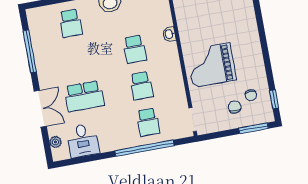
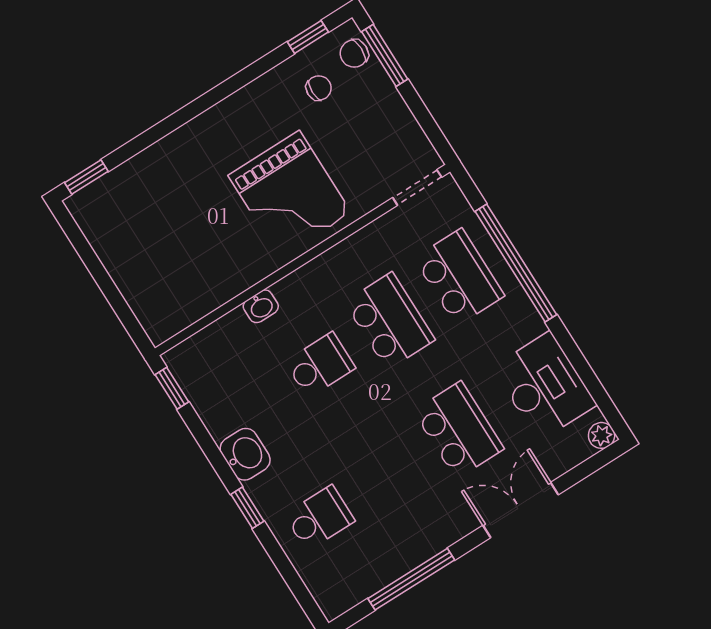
school desk: (141, 86) -> (390, 321), width x1.85
chair: (235, 107) -> (354, 53), moved
school desk: (148, 122) -> (459, 277), width x1.85
desk: (83, 140) -> (544, 386), width x1.37
plant: (55, 142) -> (602, 435), moved

